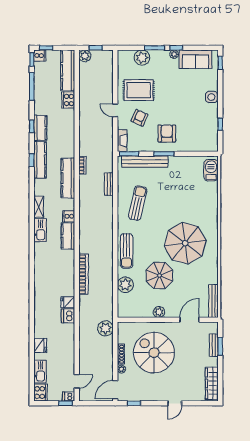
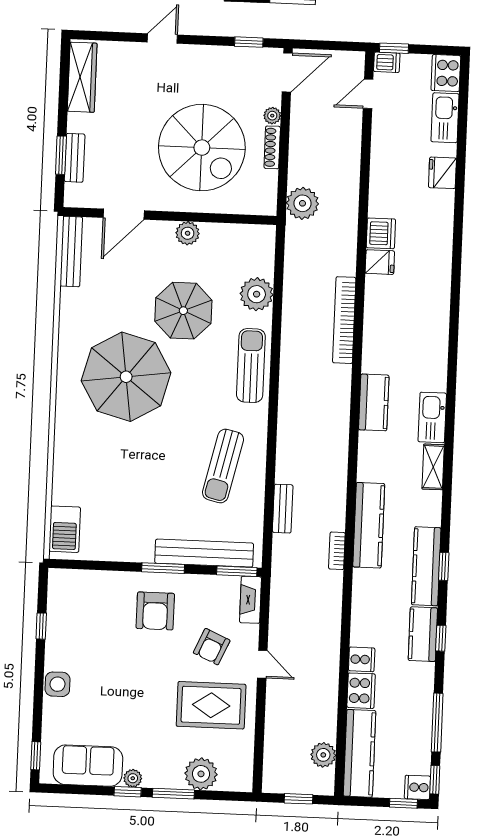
plant: (85, 56) -> (323, 755), moved
cooker: (69, 216) -> (362, 659), moved

